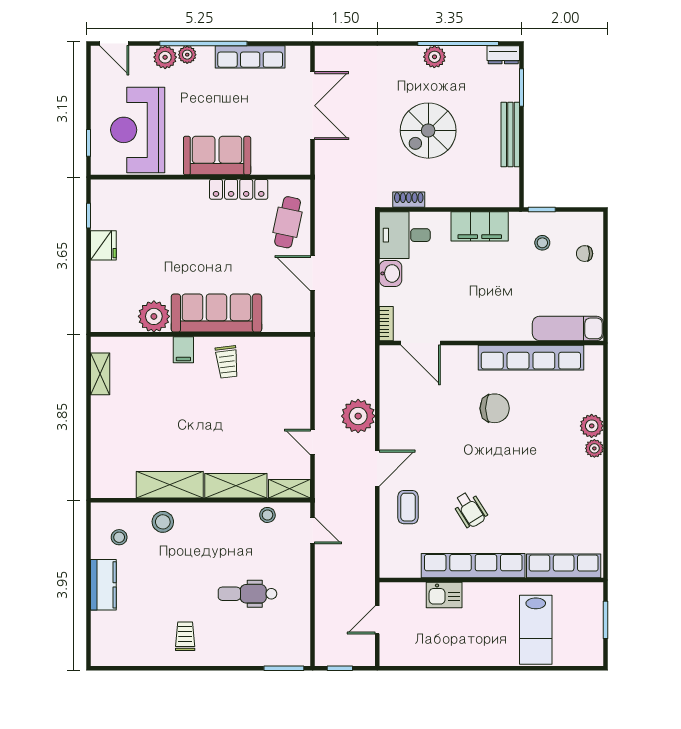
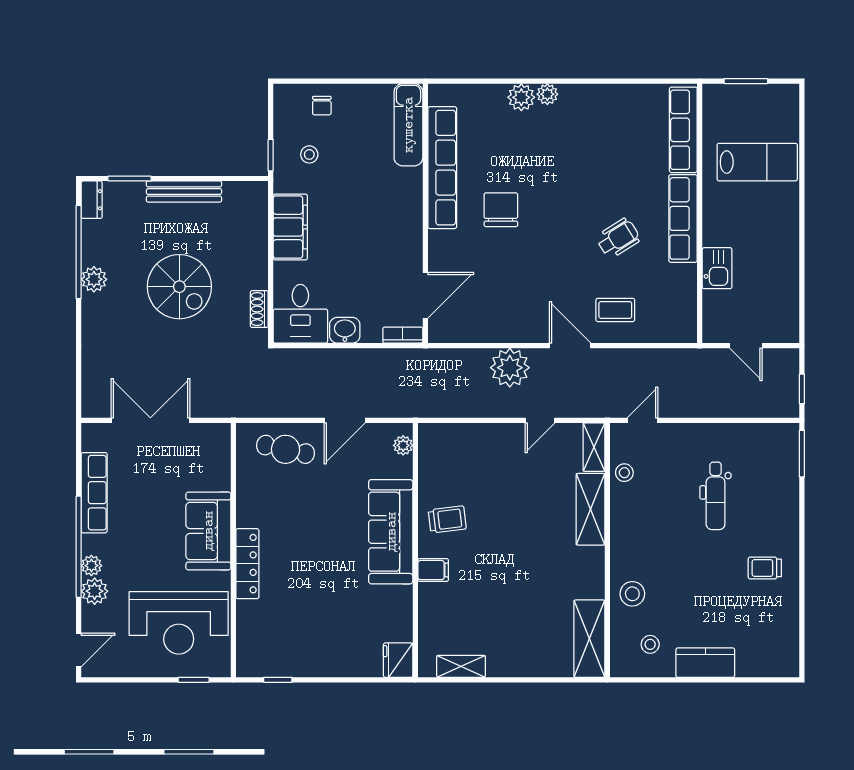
locker: (239, 189) -> (247, 564), moved
fridge: (103, 245) -> (398, 660), moved, turned -90
plant: (154, 316) -> (403, 445), moved, width x0.53, depth x0.53
shelving: (170, 485) -> (589, 639), moved
row of seats: (473, 566) -> (683, 218), width x0.73

